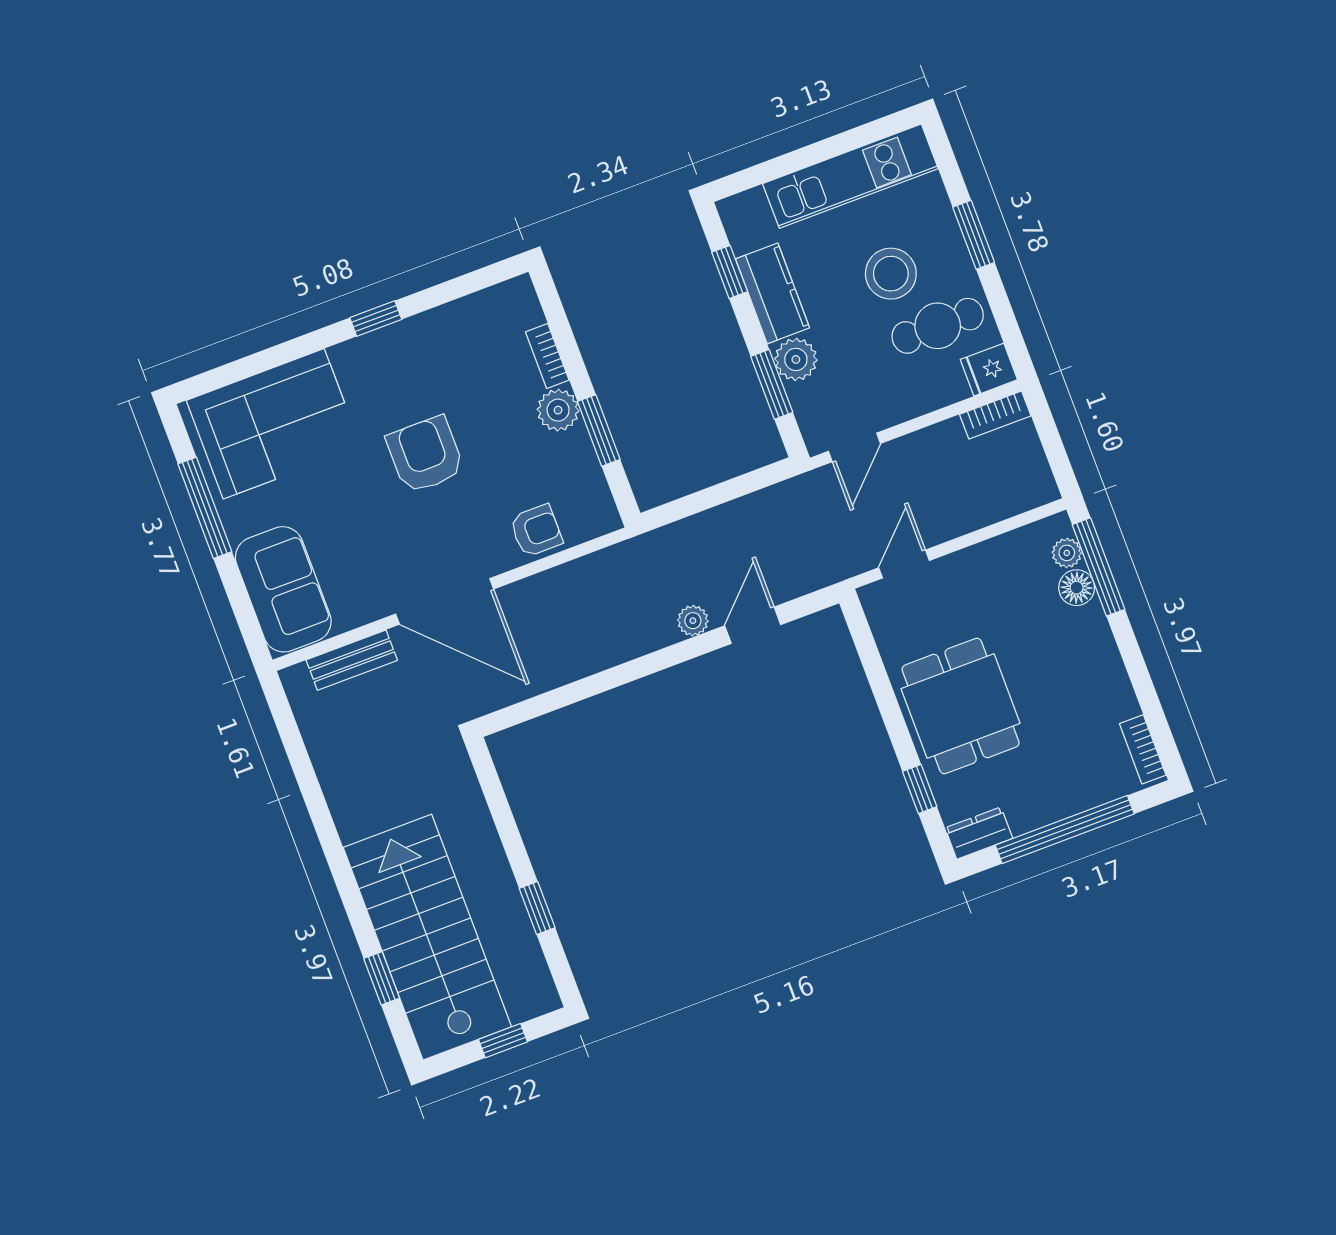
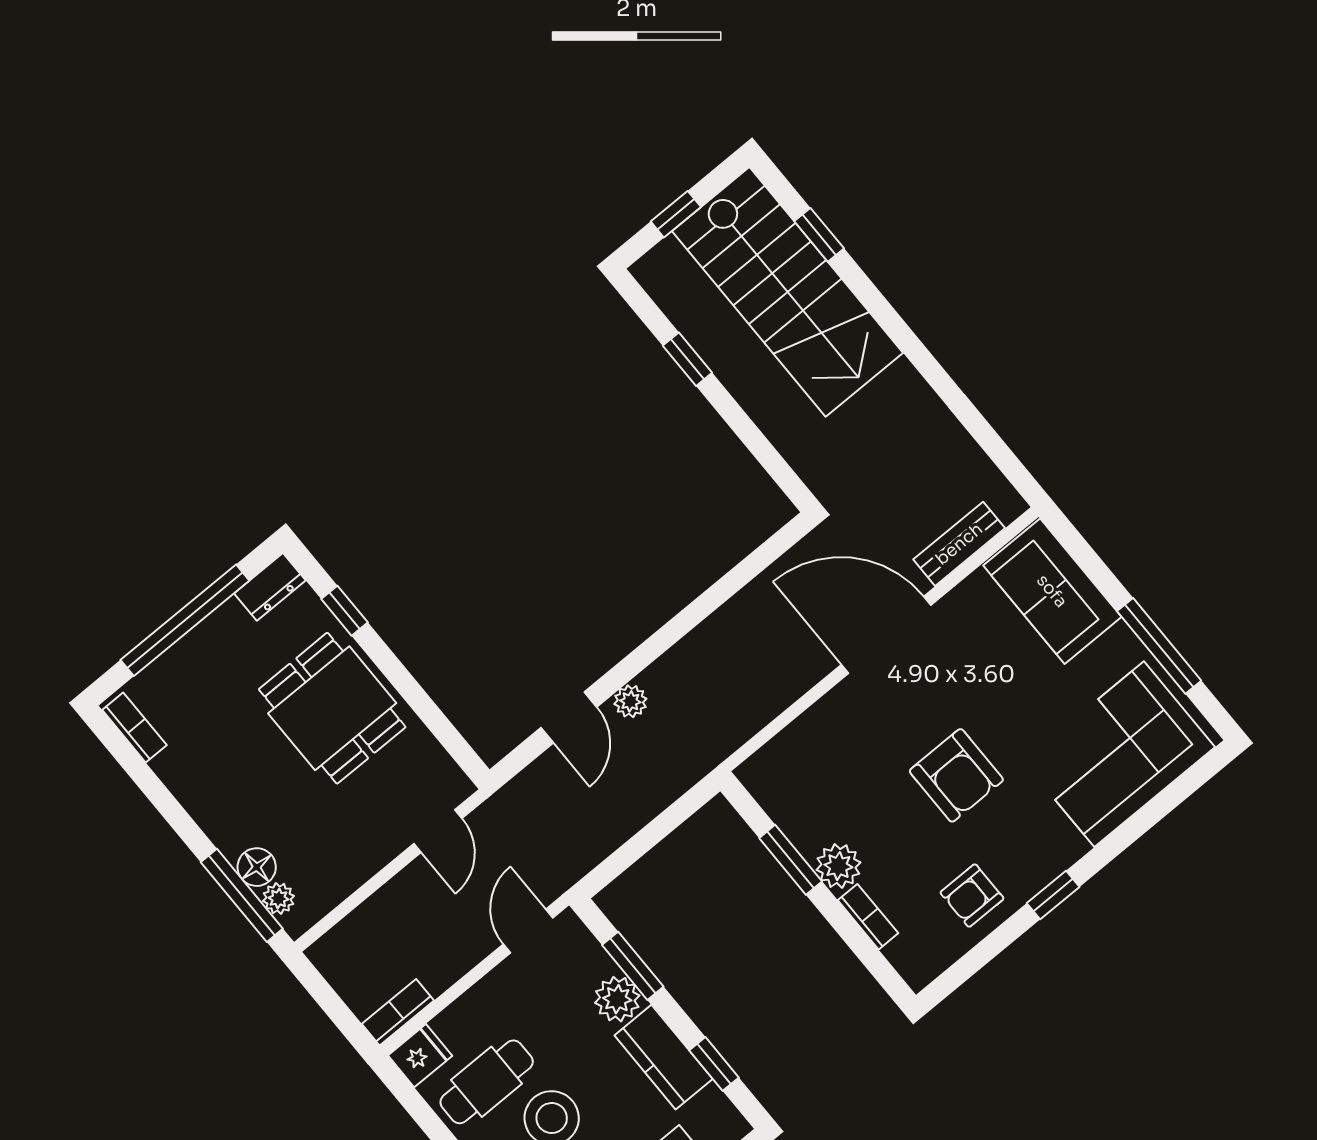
armchair: (536, 531) -> (972, 896), moved

